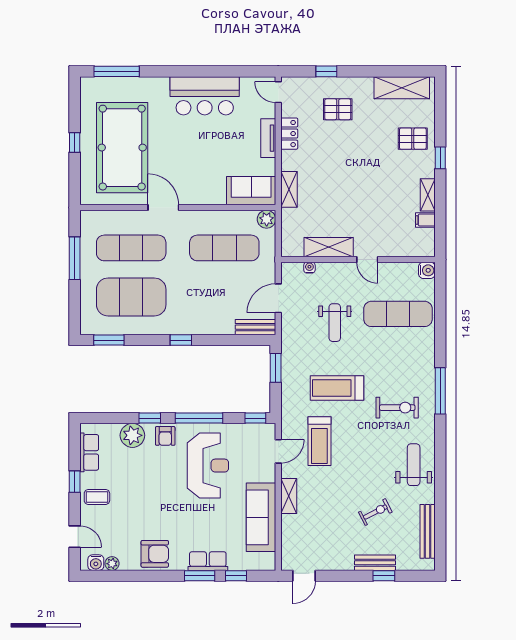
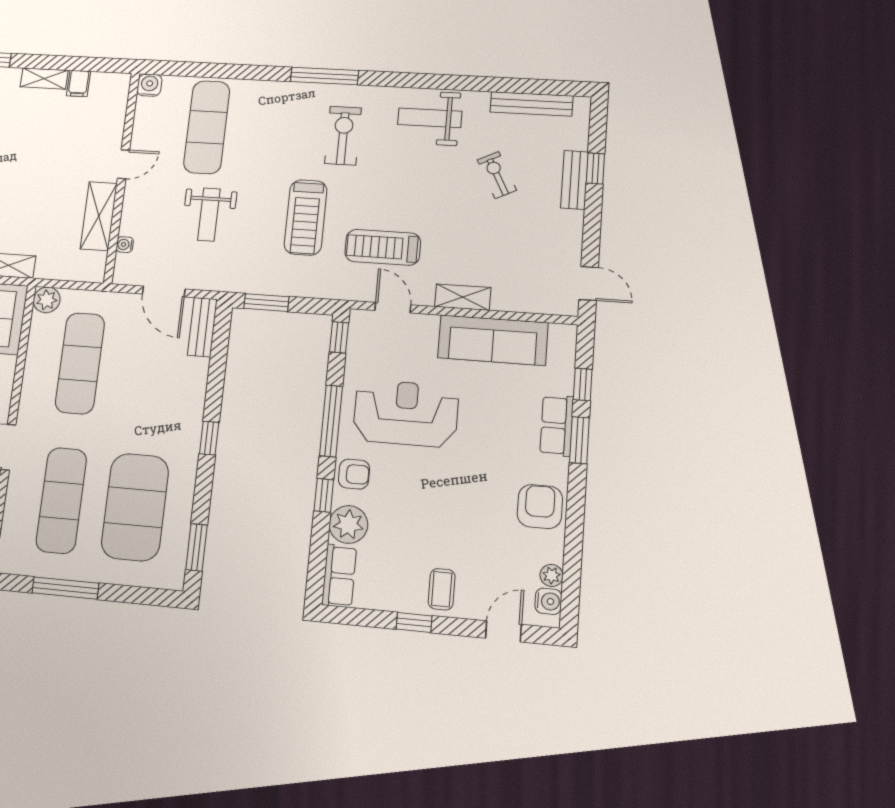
weight bench: (335, 323) -> (209, 215), turned 90
treadmill: (319, 441) -> (383, 247), turned 180
row of seats: (89, 452) -> (339, 576), moved, turned 90

